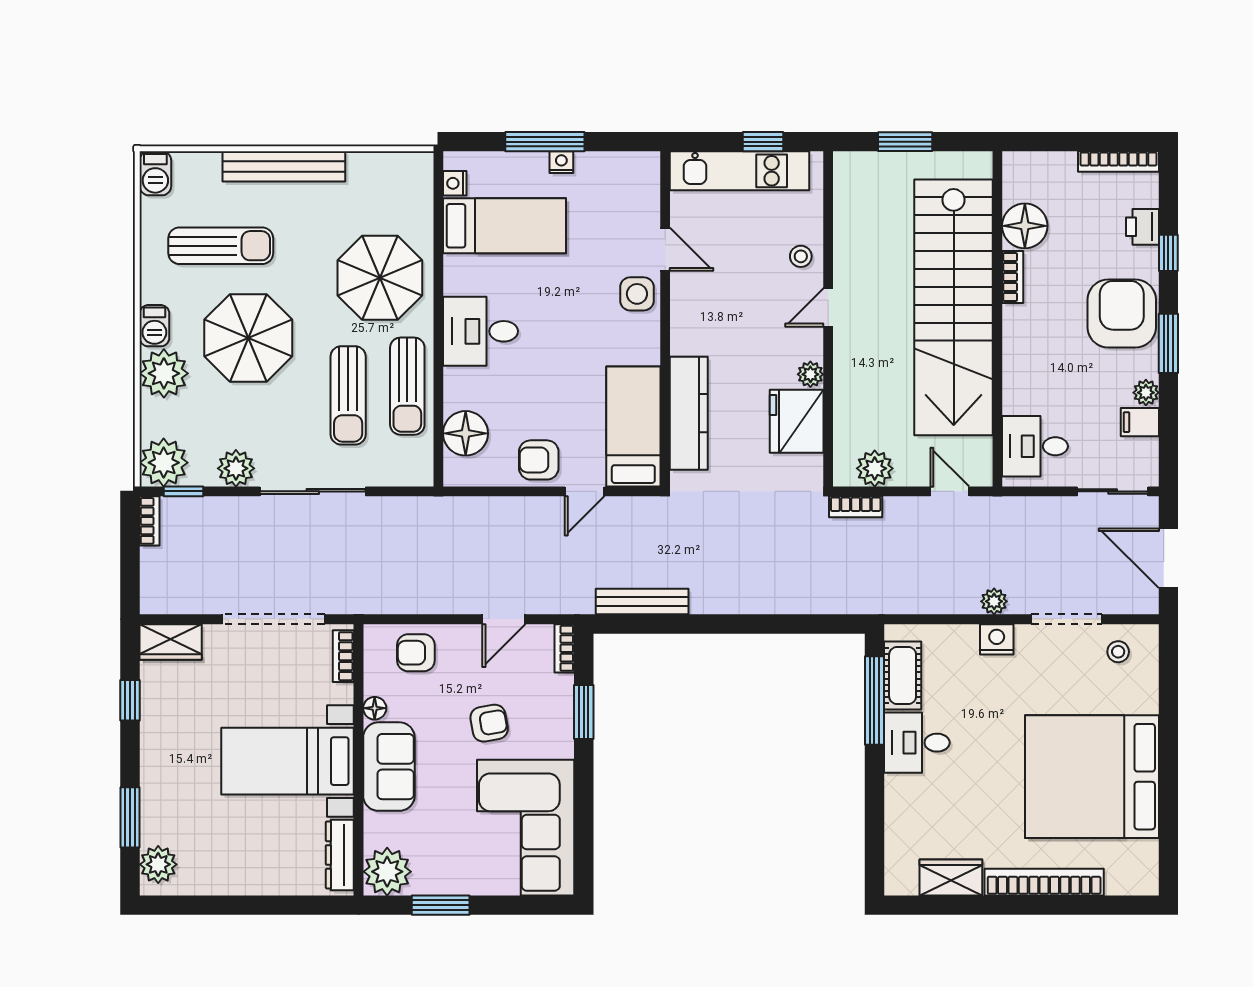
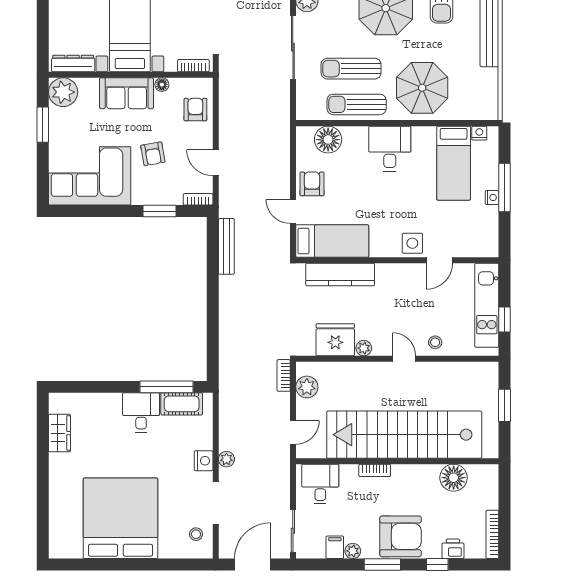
bookcase: (1013, 277) -> (375, 470), moved
bookcase: (1044, 882) -> (57, 489), removed

